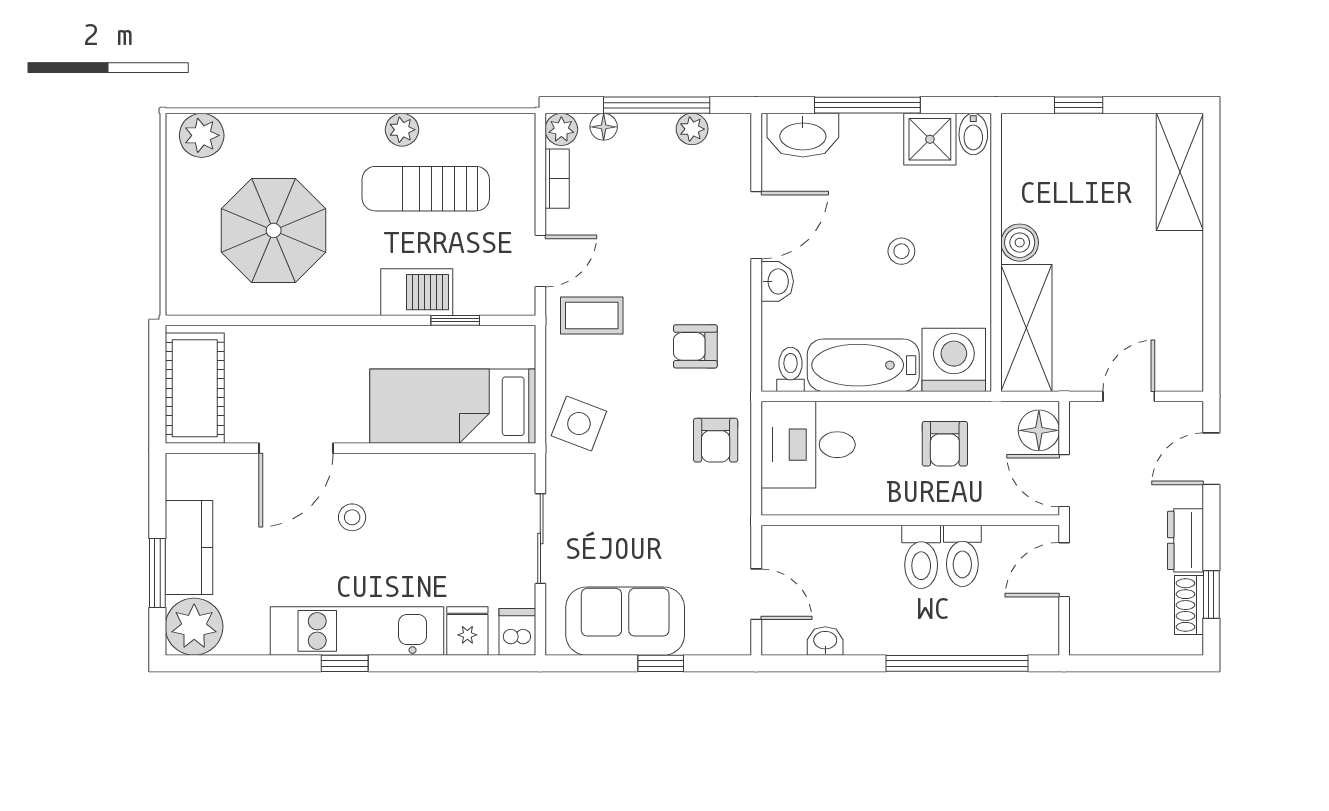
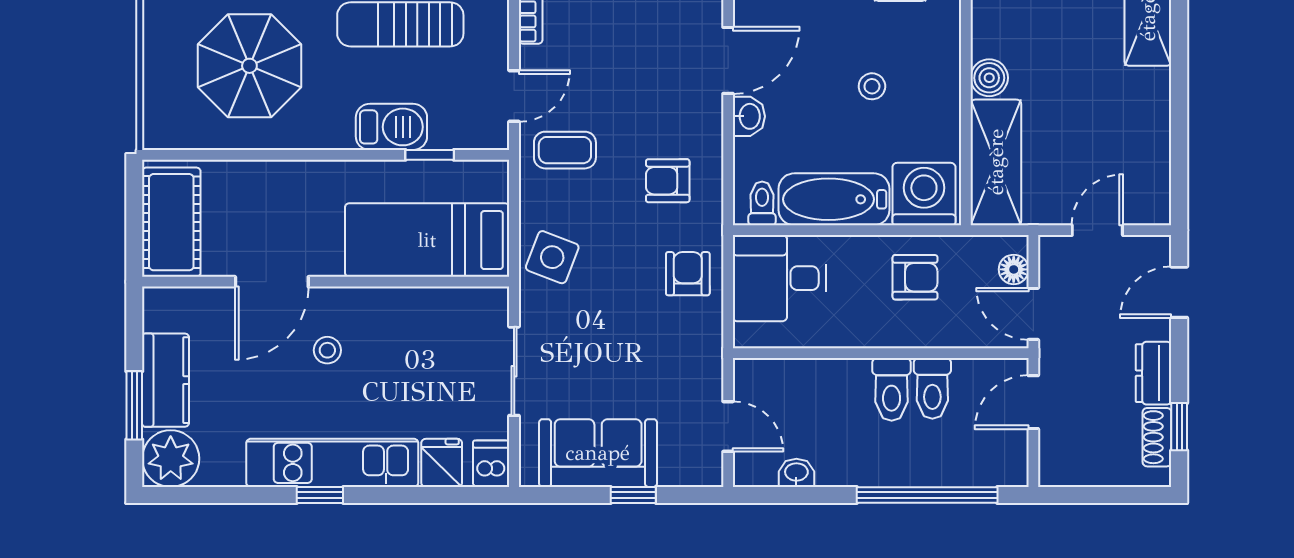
floor lamp: (1039, 430) -> (1014, 269), width x0.73, depth x0.73
armchair: (716, 440) -> (688, 274), turned 180
armchair: (945, 444) -> (915, 277), turned -90

